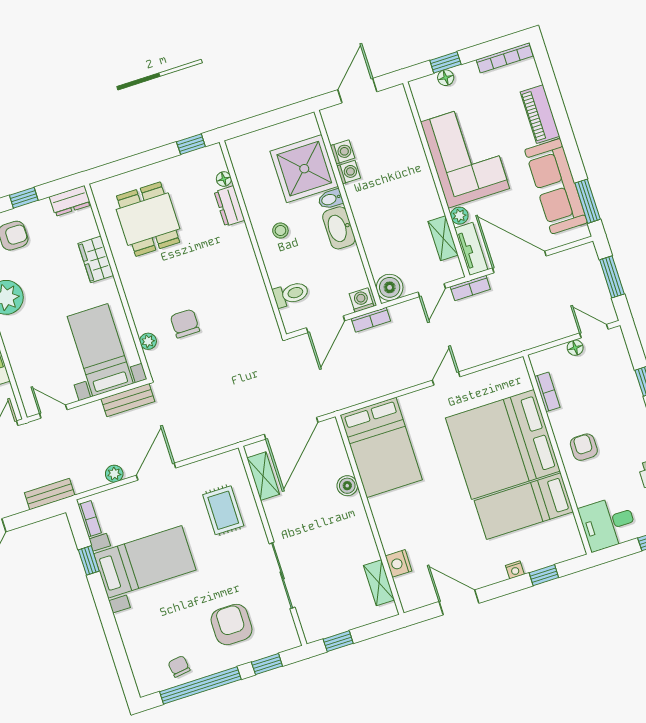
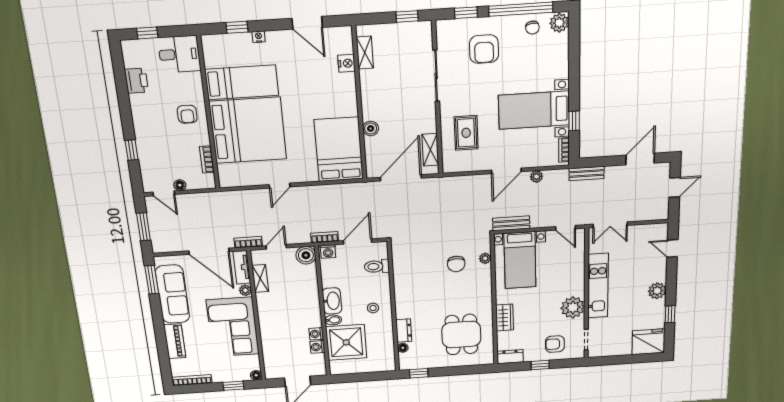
floor lamp: (446, 78) -> (256, 375), moved
plant: (147, 681) -> (559, 23), added

